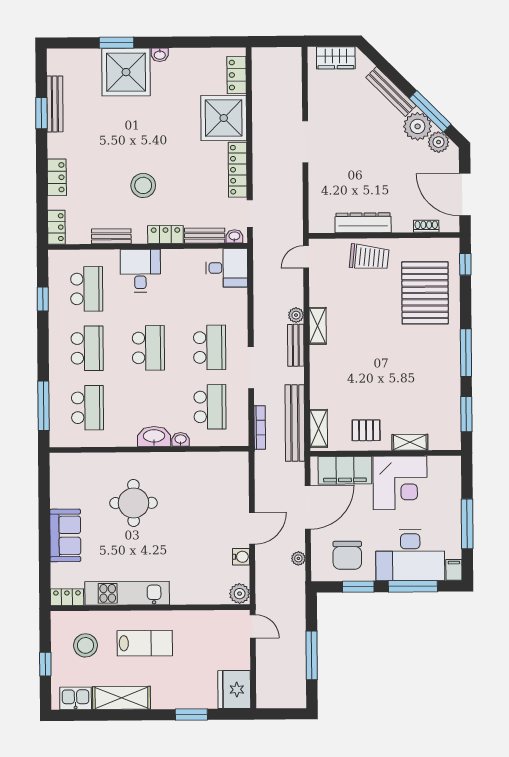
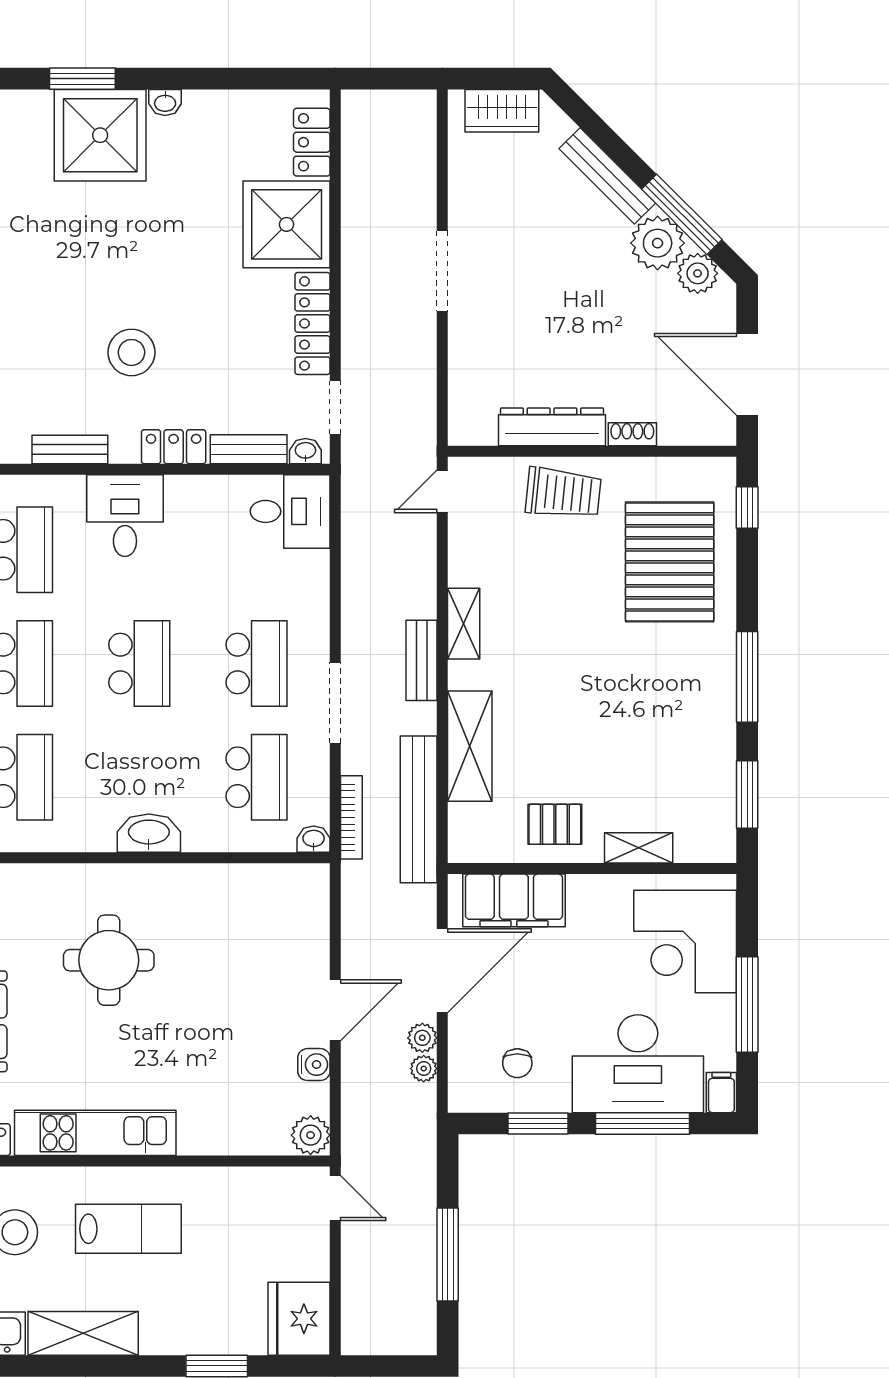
shoe rack: (426, 226) -> (632, 434), moved
plant: (296, 315) -> (422, 1038), moved
shelving: (319, 428) -> (470, 746), moved, width x1.50, depth x1.33
washbasin: (181, 439) -> (314, 839), moved
corner desk: (400, 483) -> (685, 942), moved, turned 90
chair: (347, 555) -> (517, 1063), width x0.54, depth x0.54

